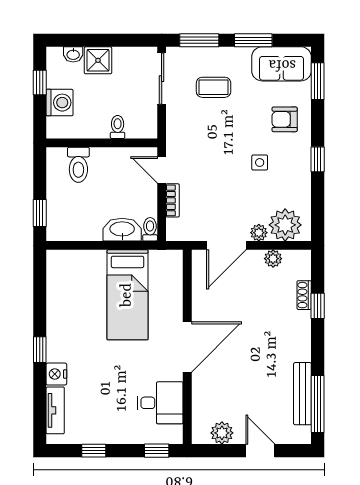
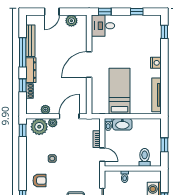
window: (318, 159) -> (23, 130), moved
window: (40, 213) -> (164, 145), moved
dresser: (302, 336) -> (31, 70), added
window: (40, 350) -> (164, 32), moved
nightstand: (56, 374) -> (156, 63), moved
desk: (160, 403) -> (103, 26), moved
window: (318, 404) -> (23, 52), moved
tv unit: (55, 410) -> (156, 95), moved, width x1.41
door: (260, 451) -> (52, 12), hinge flipped

